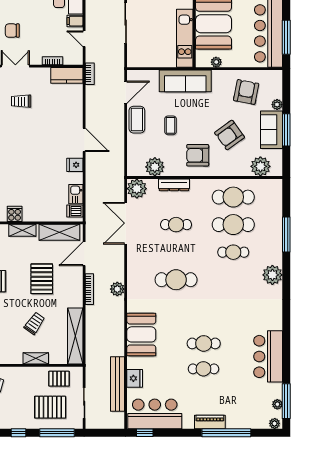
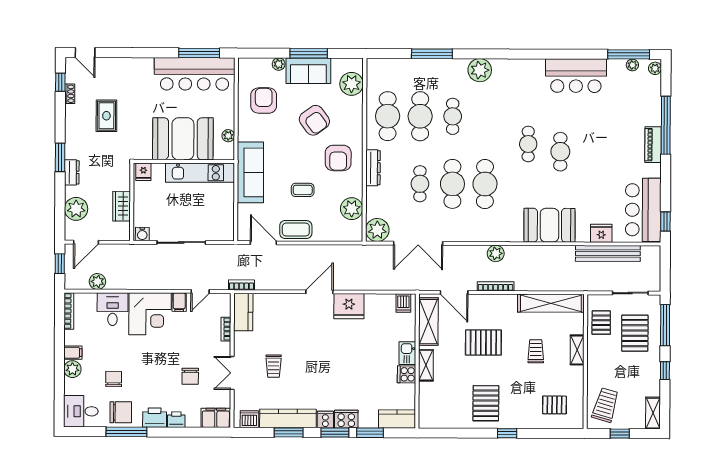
armchair: (246, 92) -> (264, 101), turned 79
fridge: (75, 165) -> (349, 306), width x1.88, depth x1.34
dresser: (174, 185) -> (373, 168), moved
kitchen sink: (76, 194) -> (407, 353), moved, turned 90
cafe table: (176, 252) -> (452, 184), added
trolley: (35, 323) -> (536, 351), turned 55
cafe table: (203, 369) -> (528, 144), moved

